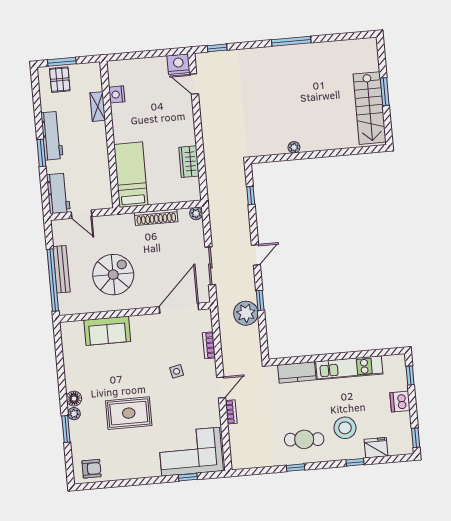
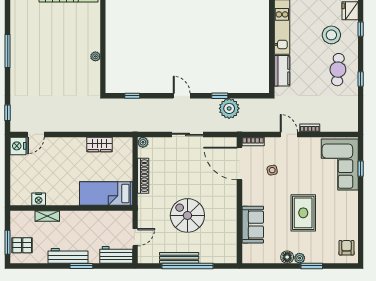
door: (179, 308) -> (239, 163), moved
wall: (135, 312) -> (239, 200), moved
sofa: (107, 331) -> (253, 225), moved

